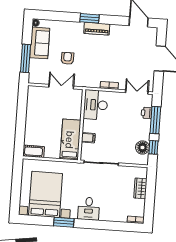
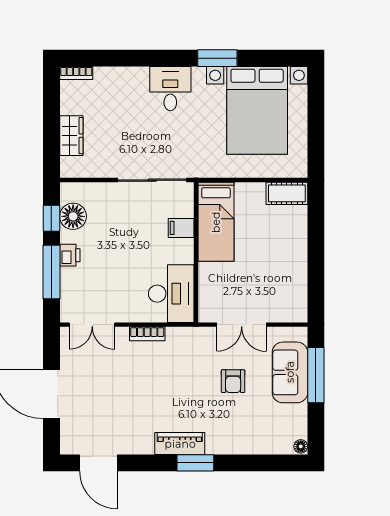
sofa: (40, 43) -> (290, 372), moved
printer: (147, 113) -> (70, 255), moved

